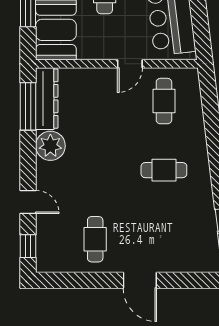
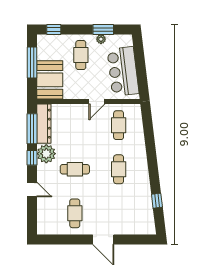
cafe table: (95, 170) -> (75, 169), added
cafe table: (164, 170) -> (119, 169), turned 90
window: (28, 246) -> (32, 158), moved

